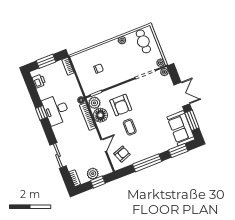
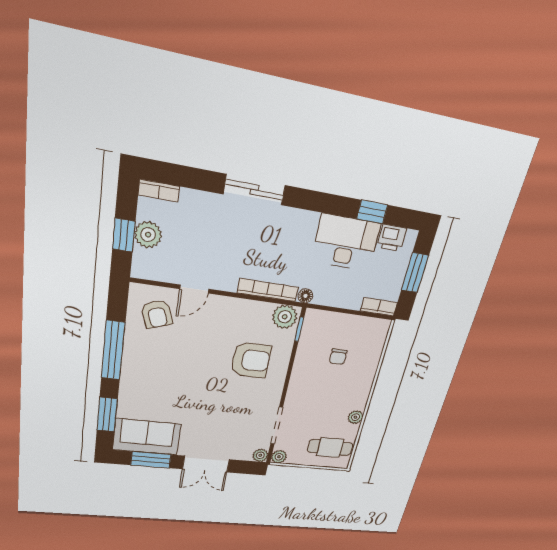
armchair: (121, 105) -> (251, 360), turned 180
desk: (56, 110) -> (346, 243), moved
window: (41, 113) -> (372, 212), moved
floor lamp: (100, 115) -> (256, 315), removed
coffee table: (130, 127) -> (201, 355), removed
door: (104, 145) -> (194, 289), hinge flipped
sliding door: (58, 156) -> (254, 190), moved

